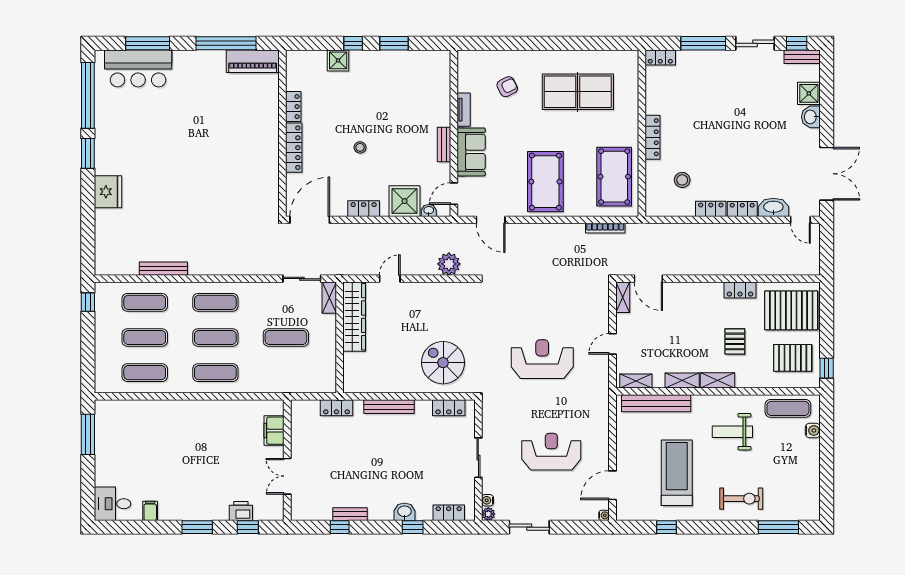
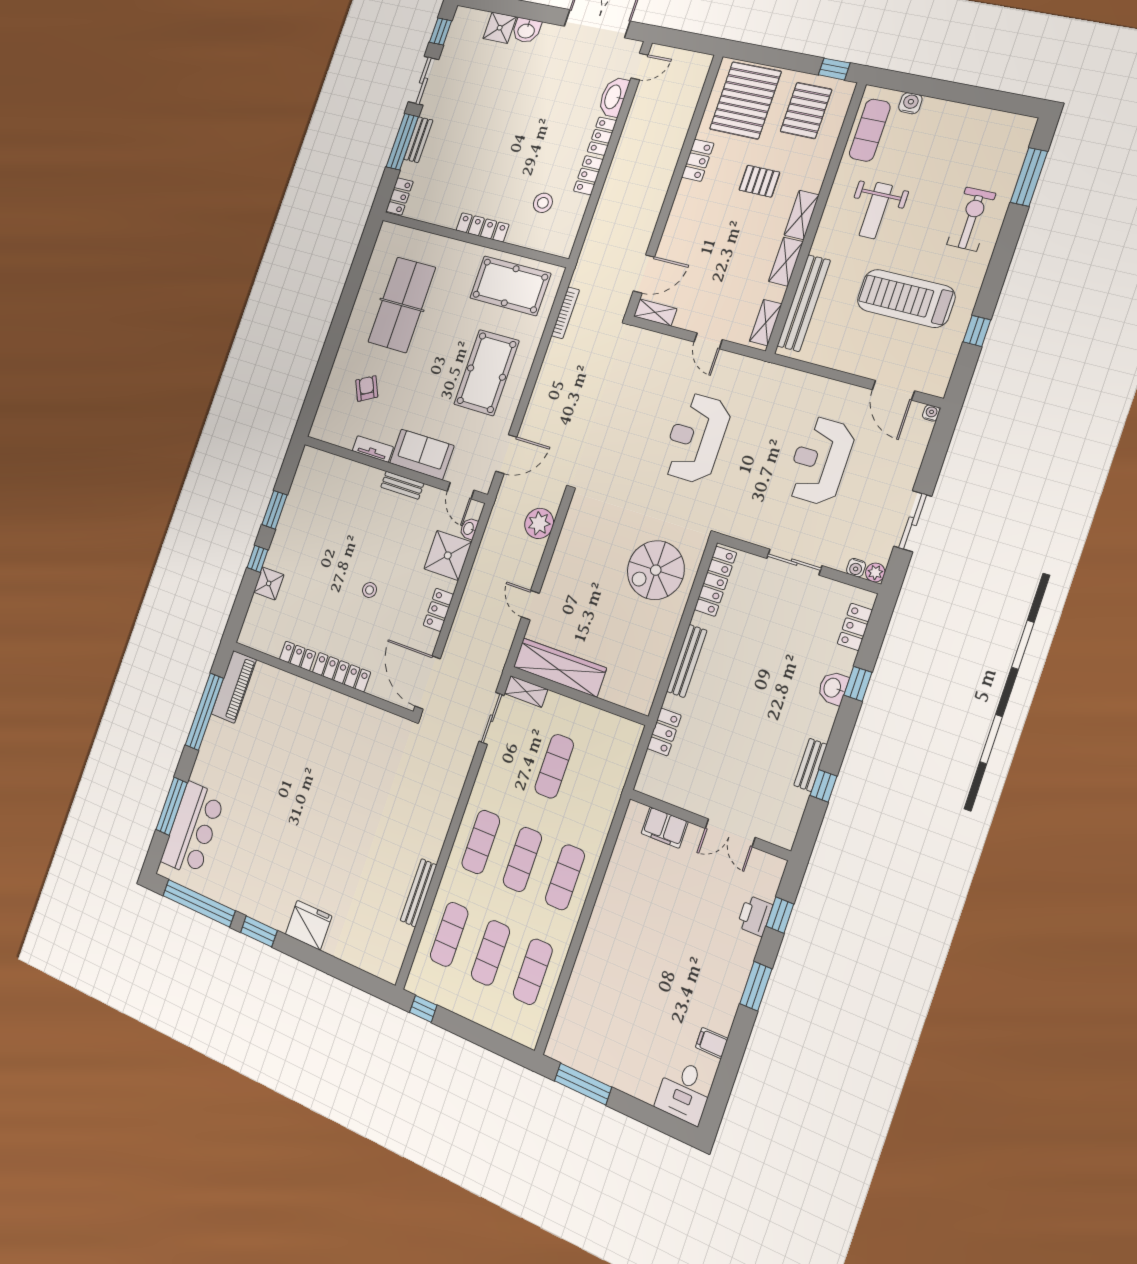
bench: (802, 57) -> (418, 140), moved
pool table: (545, 182) -> (486, 373), turned 90
locker: (449, 408) -> (715, 581), width x1.53

